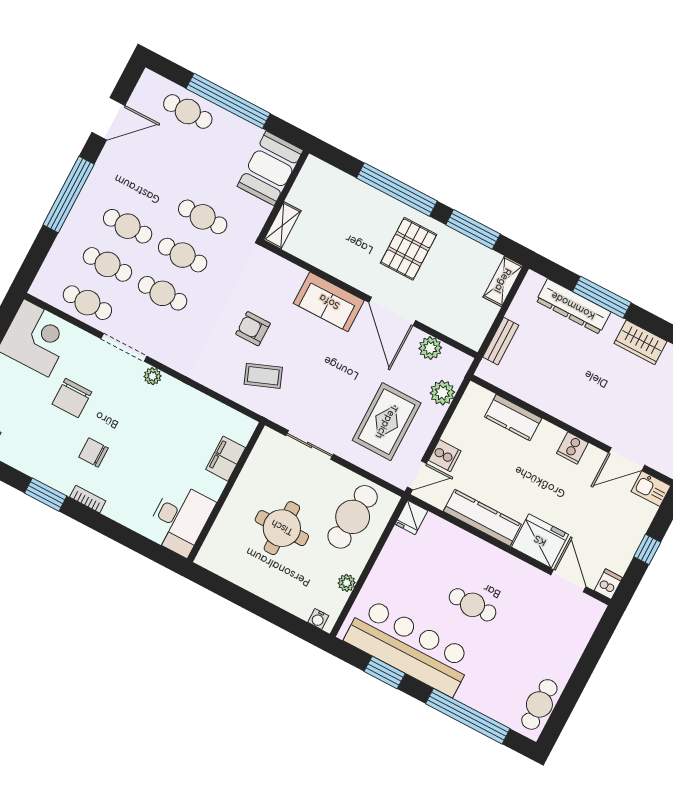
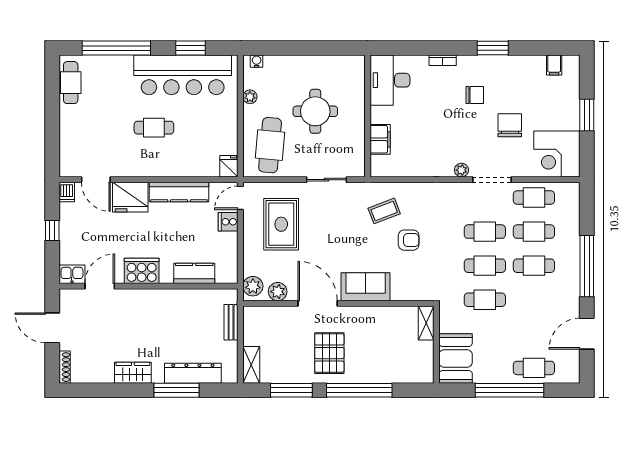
plant: (442, 393) -> (253, 286), moved
cooker: (572, 448) -> (142, 271), width x1.87, depth x1.31
bookcase: (88, 499) -> (443, 60), moved

